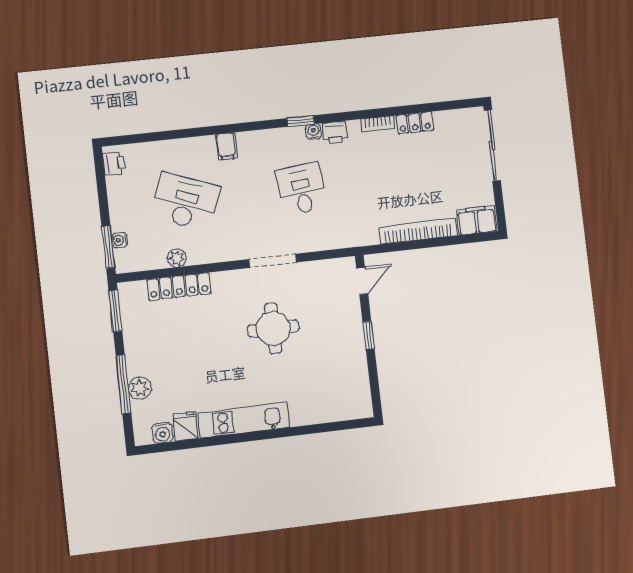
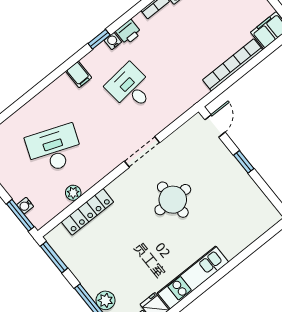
filing cabinet: (226, 146) -> (79, 74), moved

